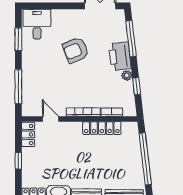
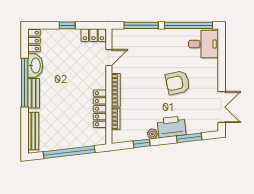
window: (18, 39) -> (189, 25), width x2.11
window: (131, 39) -> (189, 138), width x0.69
armchair: (76, 50) -> (178, 83), turned -80

